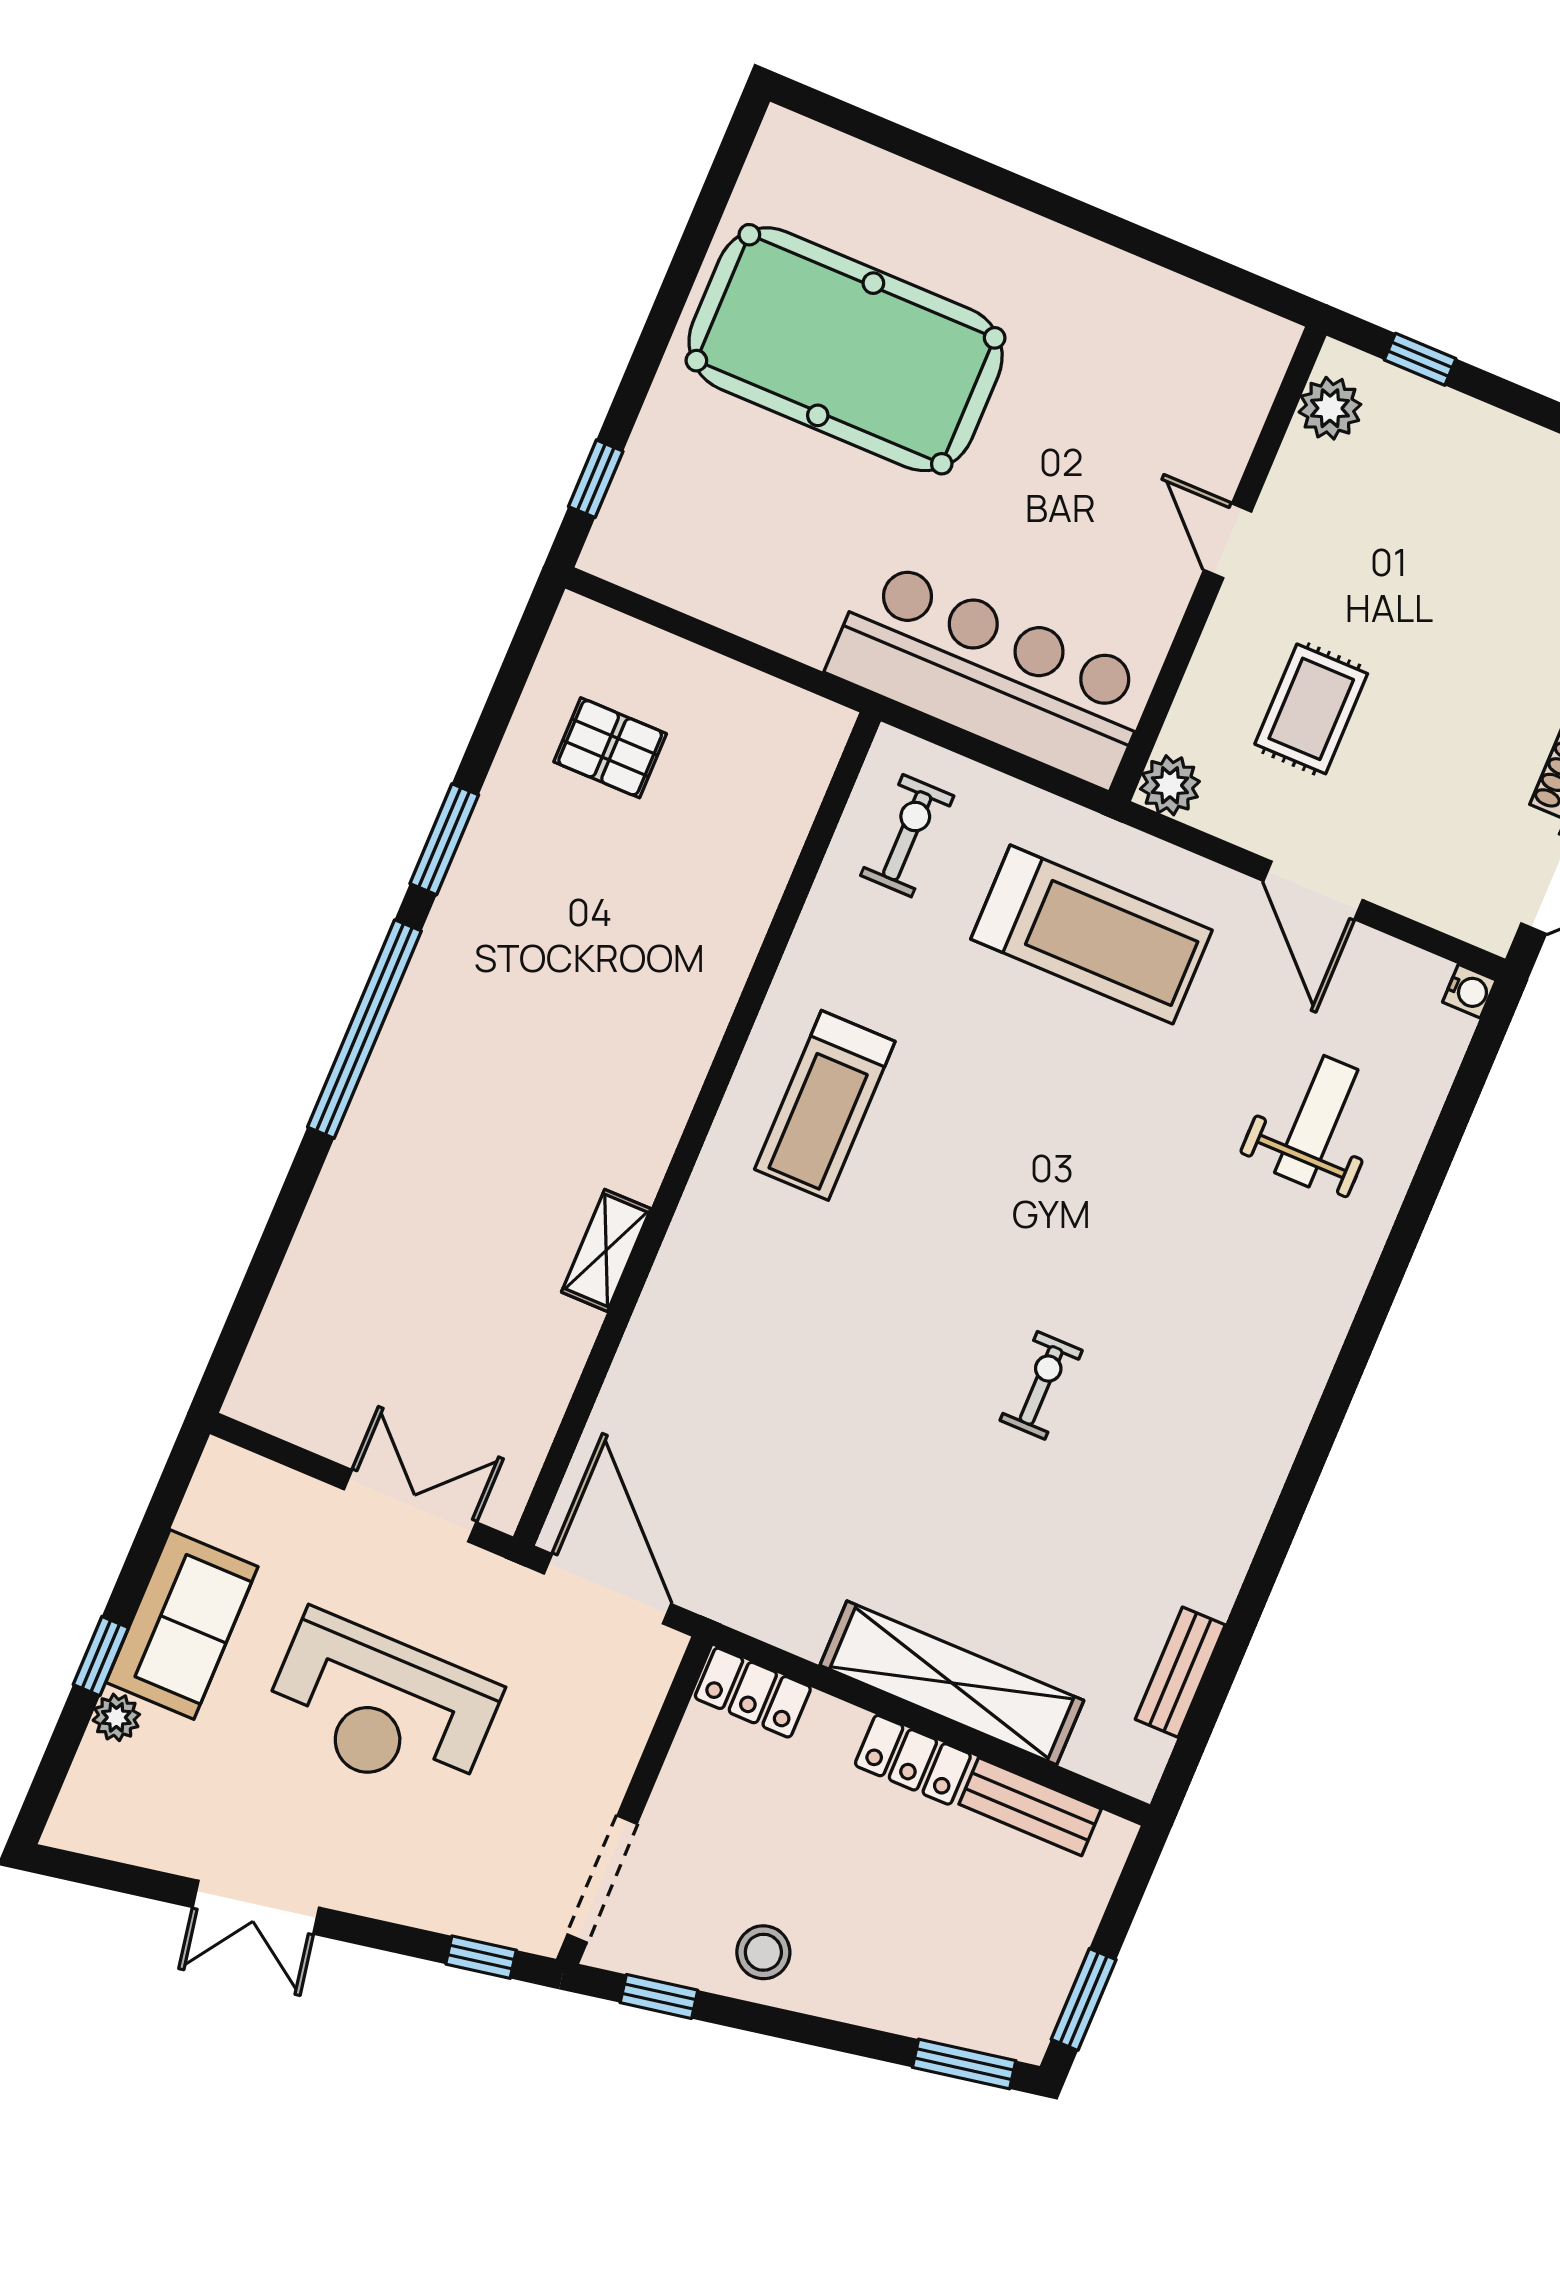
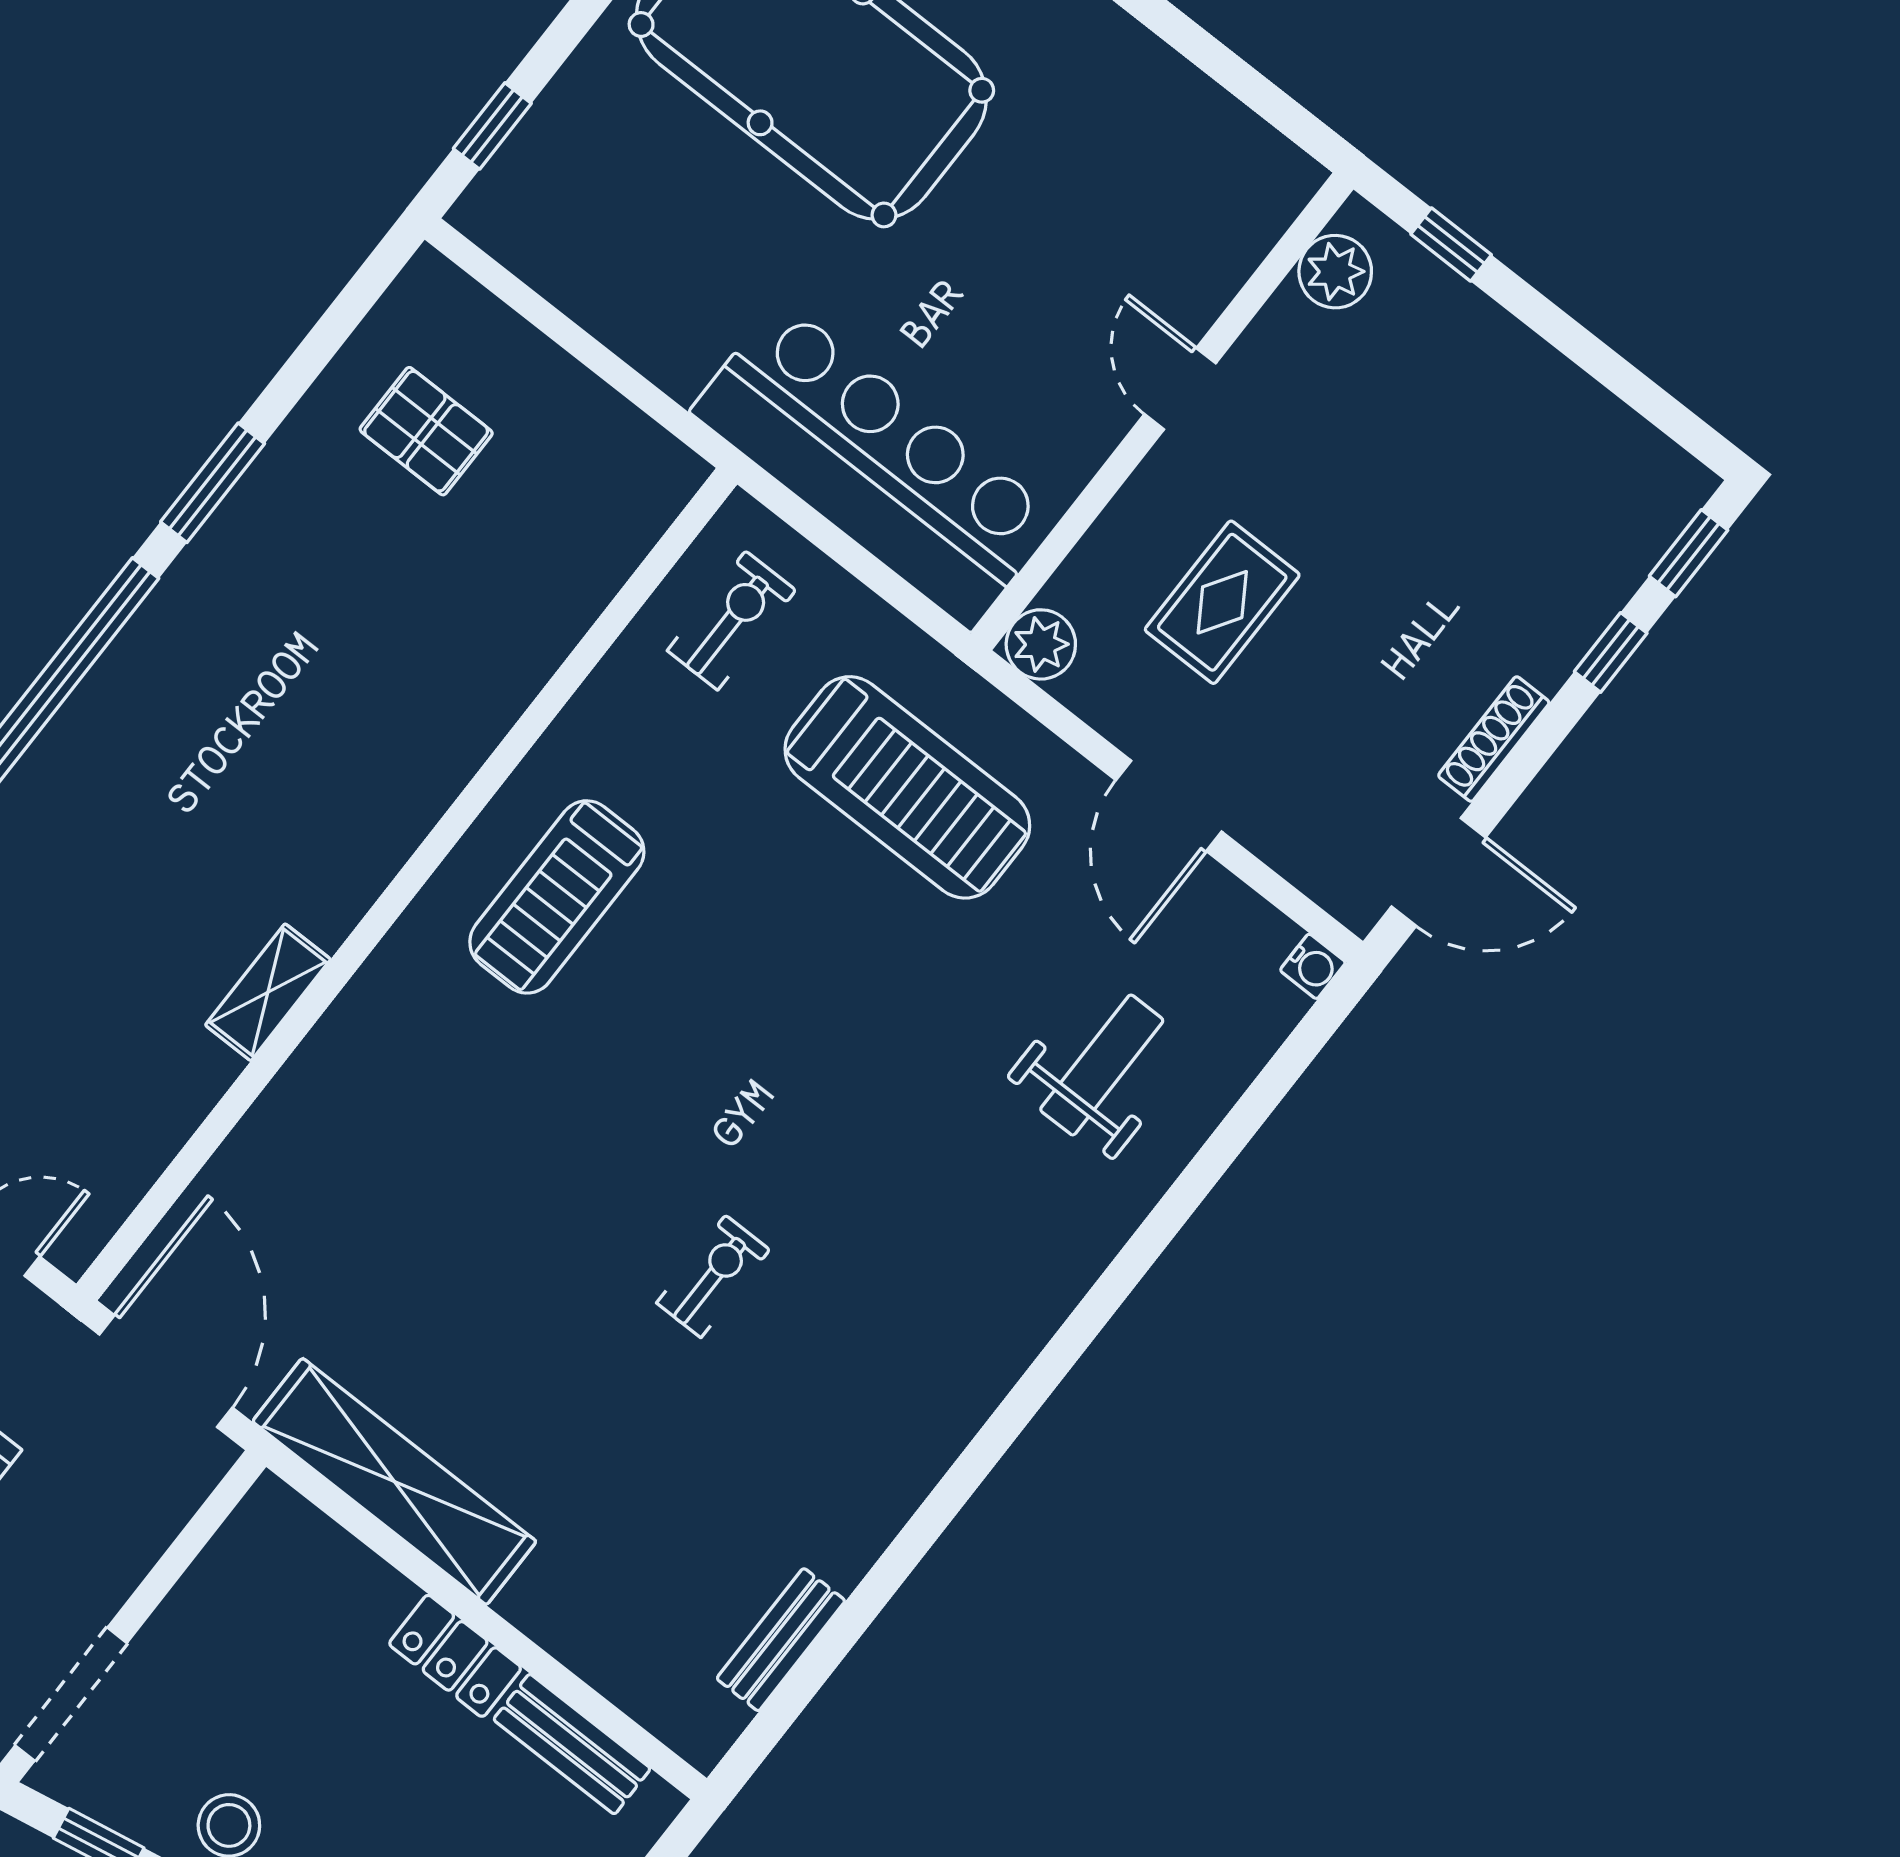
shelving: (952, 1683) -> (394, 1481), moved
locker: (753, 1693) -> (297, 1532), removed

